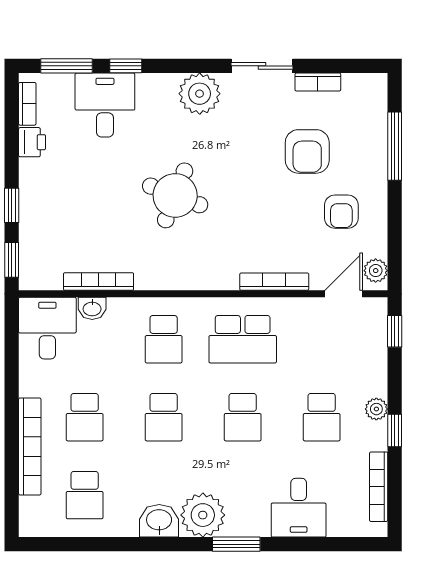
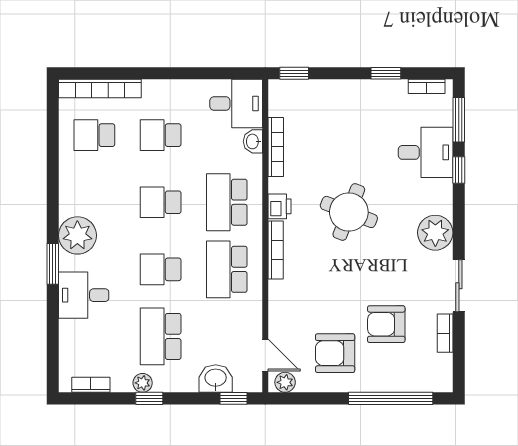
printer: (32, 142) -> (279, 206), moved, turned -90
window: (395, 146) -> (391, 398), width x1.46
window: (12, 205) -> (386, 73), moved
armchair: (341, 212) -> (335, 353), width x1.38, depth x1.38
bookcase: (274, 282) -> (276, 250), moved
school desk: (164, 339) -> (227, 202), width x1.85
plant: (376, 409) -> (143, 383), moved
school desk: (322, 417) -> (161, 336), width x1.85
bookcase: (30, 446) -> (100, 89), moved
bookcase: (379, 487) -> (91, 385), width x0.64
desk: (299, 508) -> (84, 295), moved
washbasin: (159, 521) -> (216, 378), moved, turned -90

